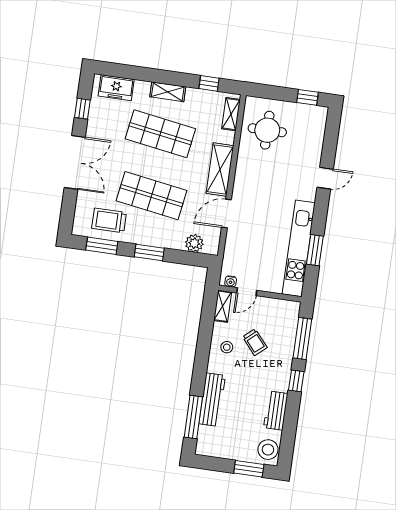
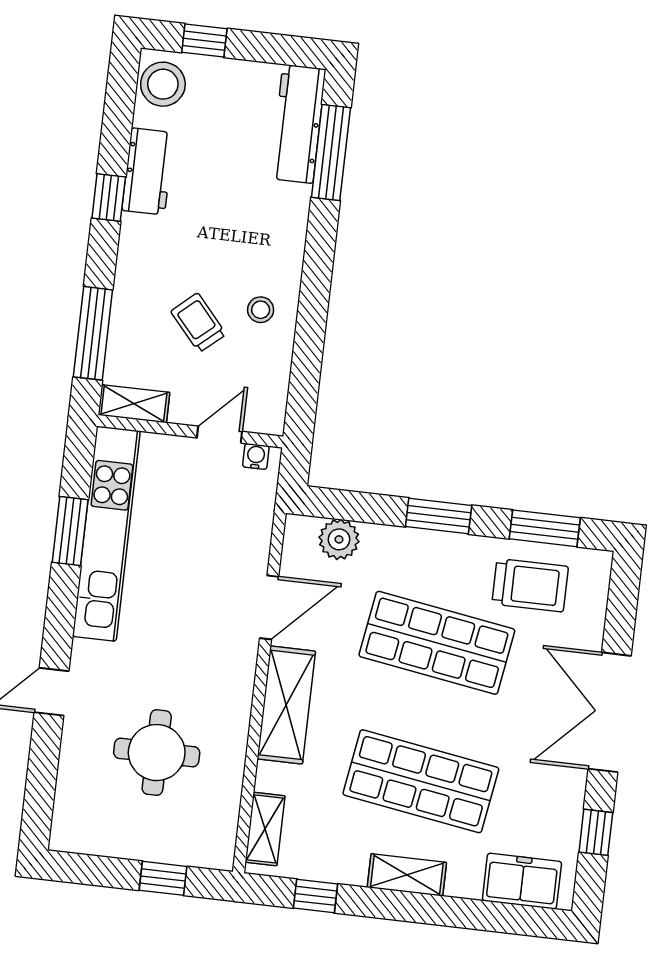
window: (308, 97) -> (163, 878), moved
round table: (267, 130) -> (157, 753), moved
shelving: (223, 306) -> (134, 404), moved, turned 90
window: (296, 381) -> (109, 198), moved
workbench: (212, 400) -> (298, 124), moved
window: (249, 469) -> (204, 41), width x0.67

